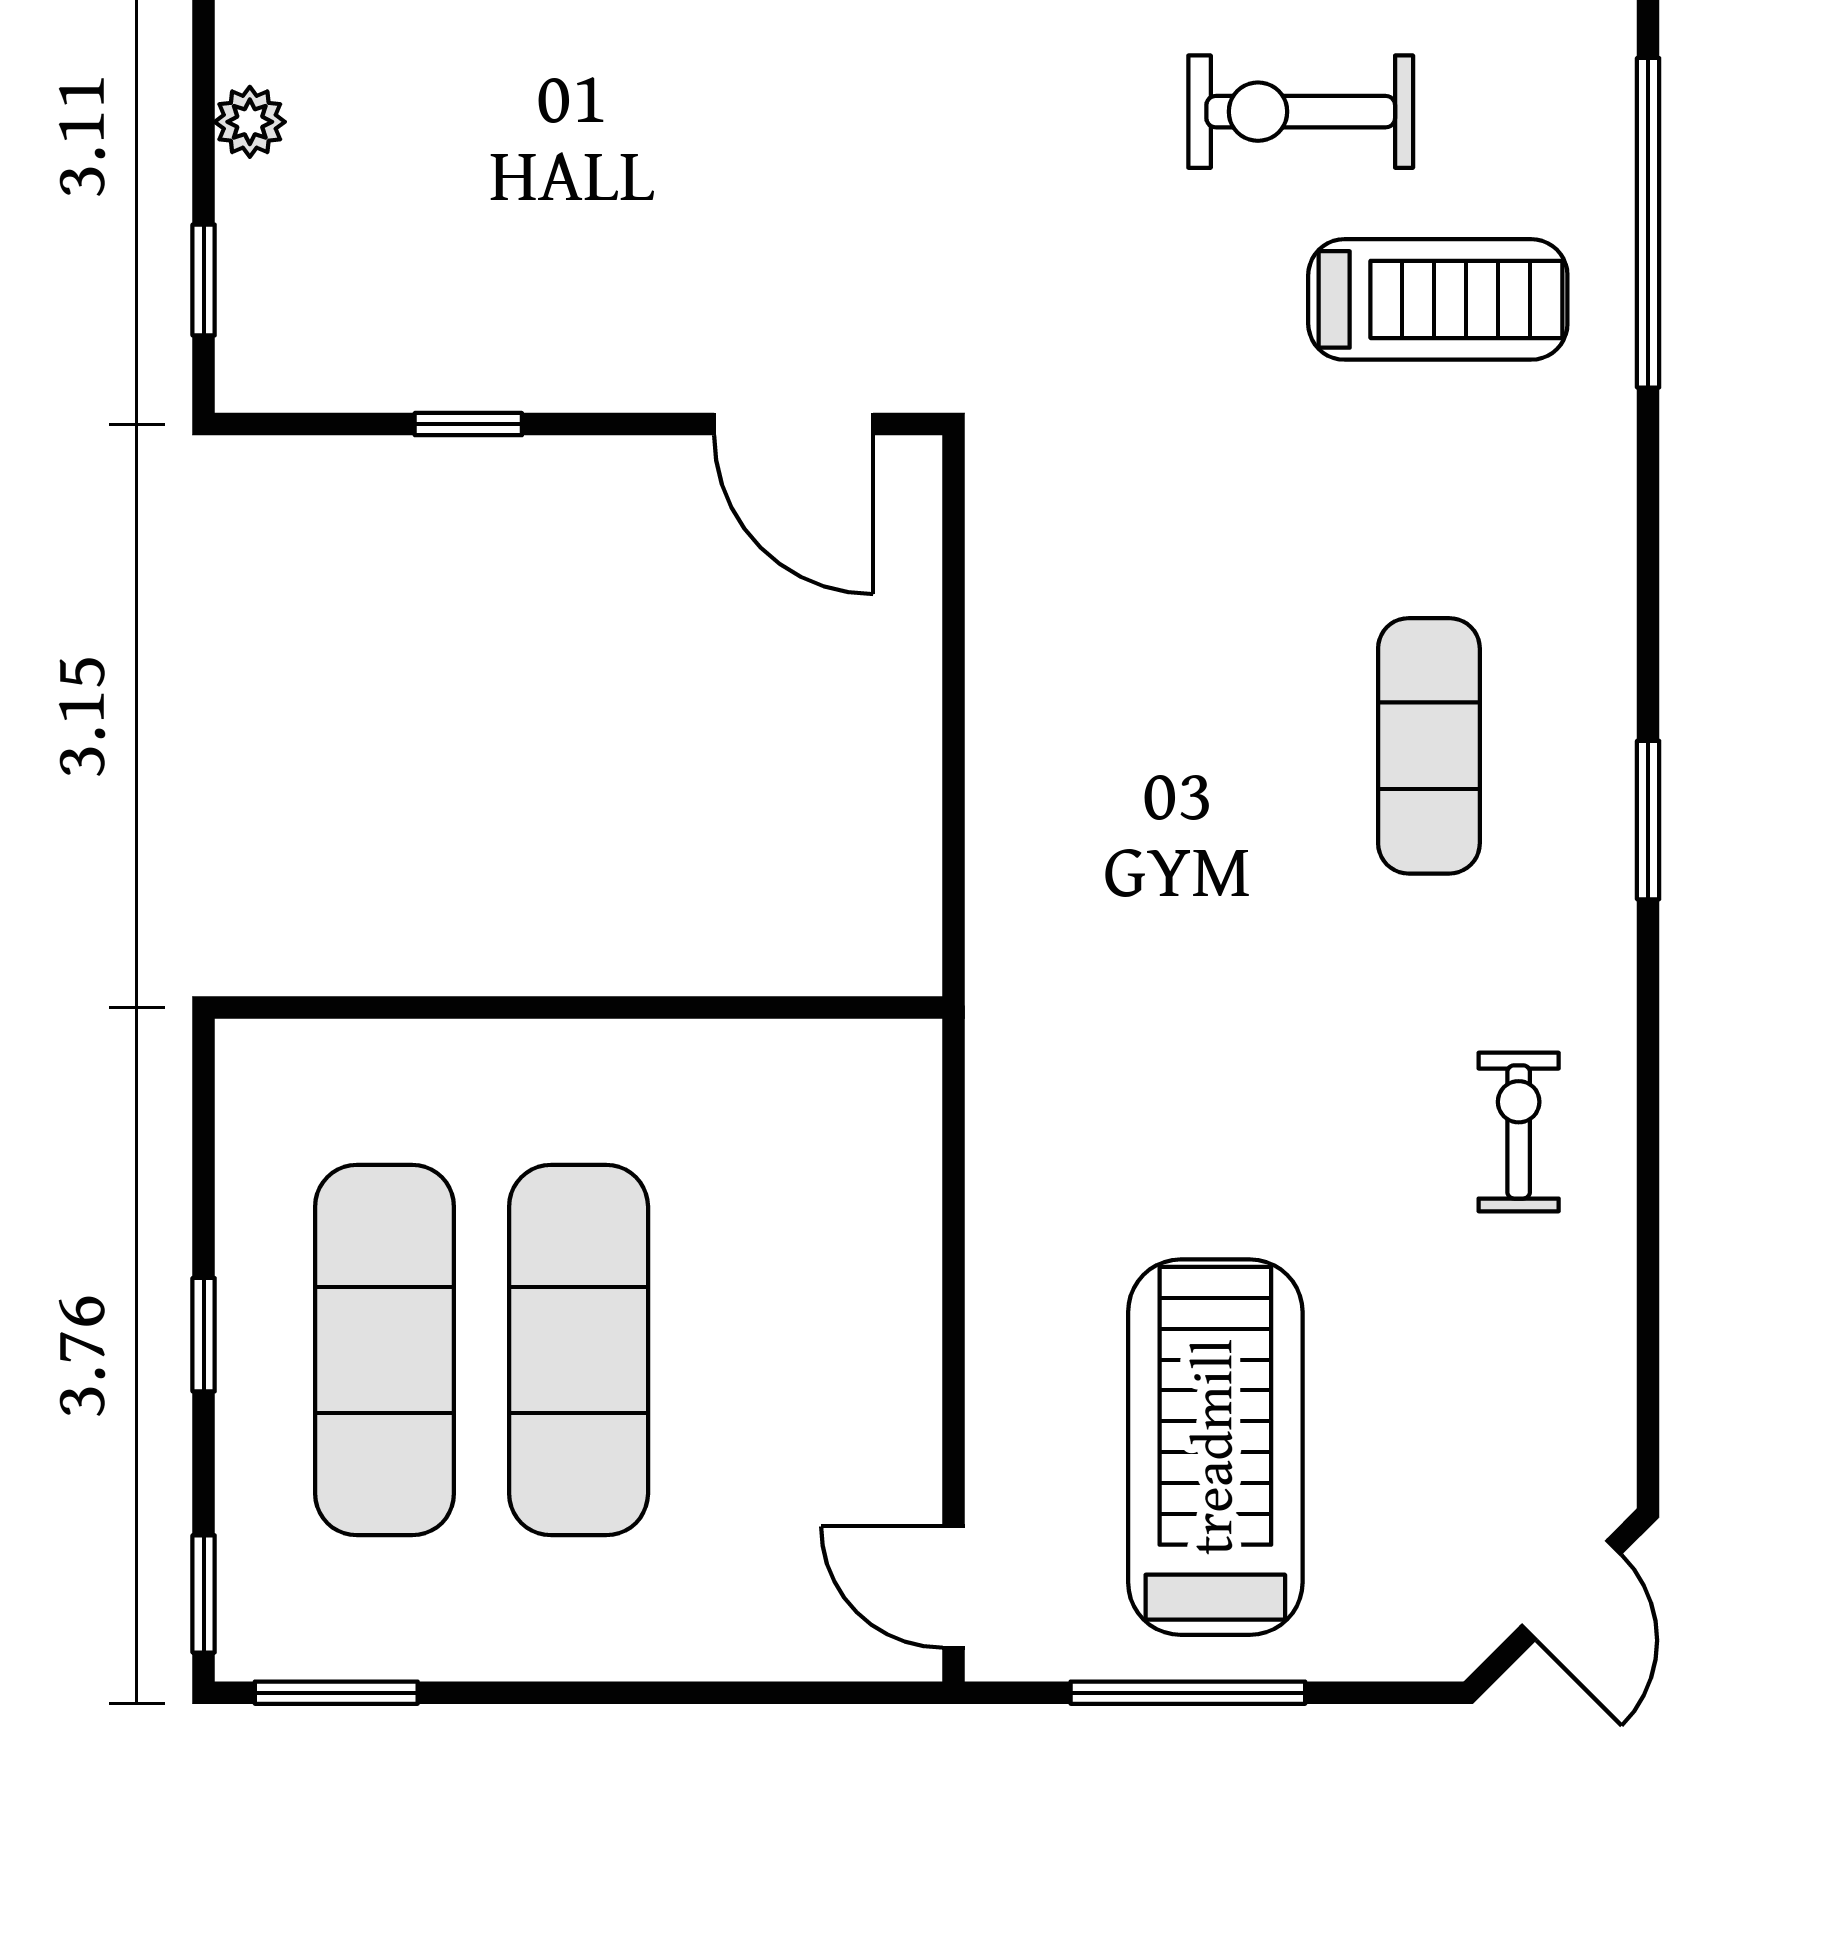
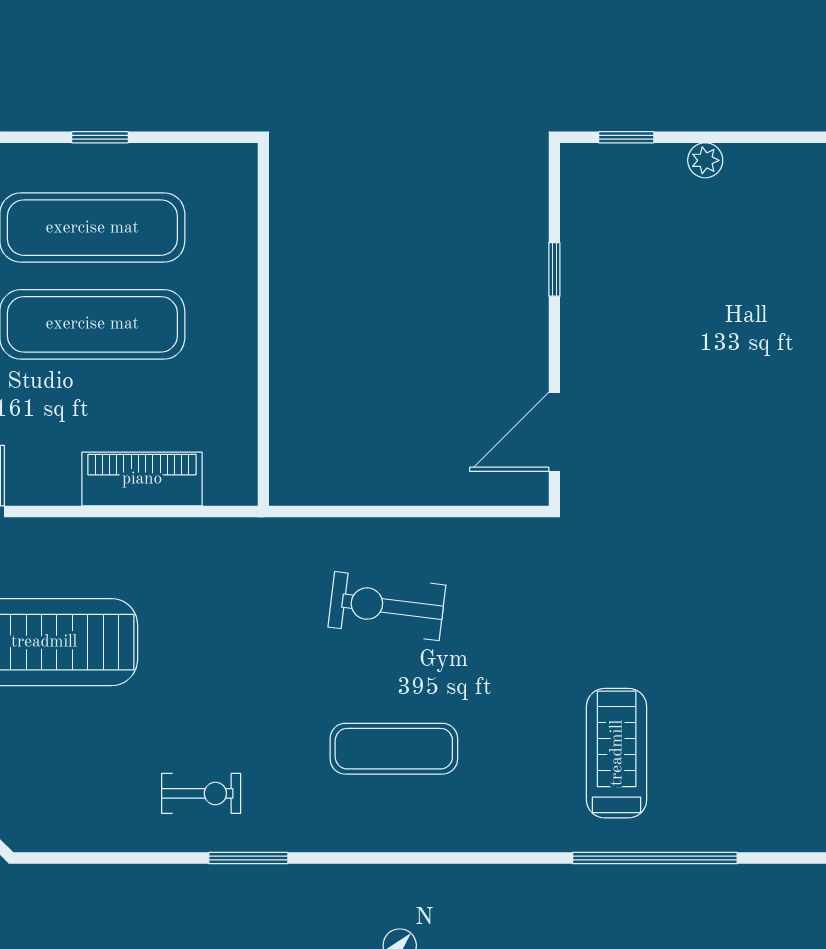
exercise bike: (1301, 112) -> (387, 606), moved, turned -83
treadmill: (1438, 299) -> (617, 753), turned 180
window: (1648, 820) -> (248, 858), moved
piano: (889, 1251) -> (142, 479), added

